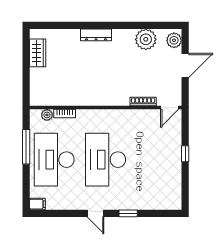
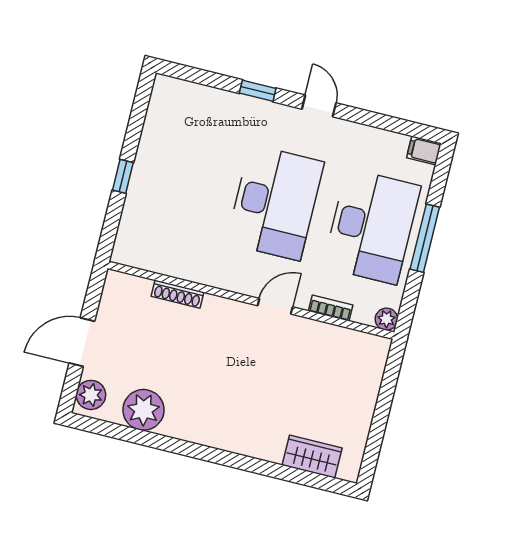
dresser: (96, 35) -> (235, 442), removed
wardrobe: (38, 53) -> (312, 457), moved, turned 90
door: (170, 108) -> (275, 306), moved
plant: (47, 115) -> (386, 319), moved
window: (26, 147) -> (425, 238), moved

